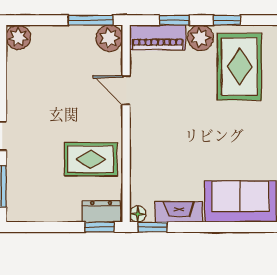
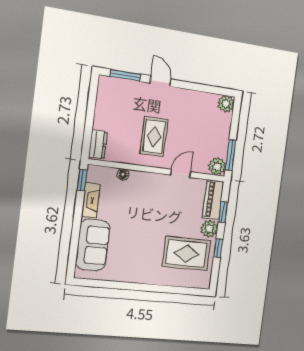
rug: (91, 159) -> (154, 137), moved
floor lamp: (138, 214) -> (123, 174), moved
window: (99, 227) -> (87, 142), removed

